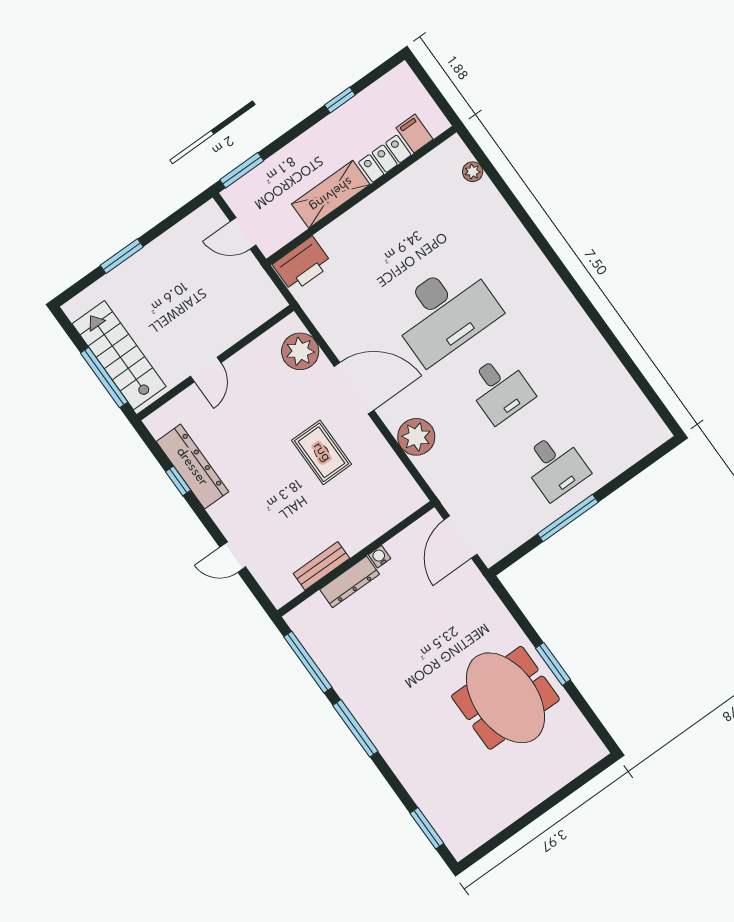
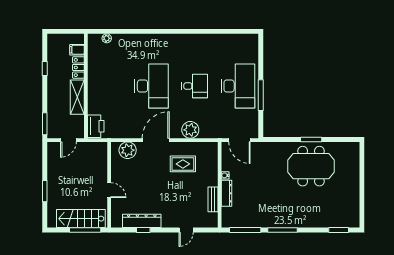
rug: (322, 452) -> (183, 164), moved
desk: (555, 466) -> (238, 86), width x1.87, depth x1.30

